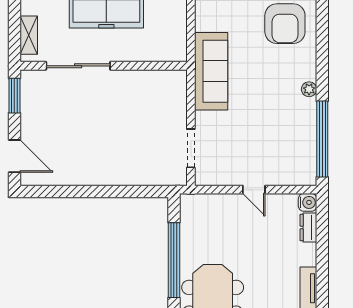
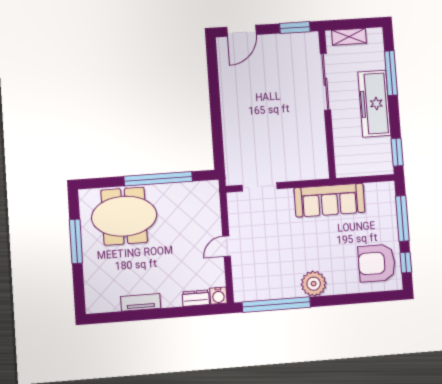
plant: (309, 89) -> (314, 284), width x1.88, depth x1.88

